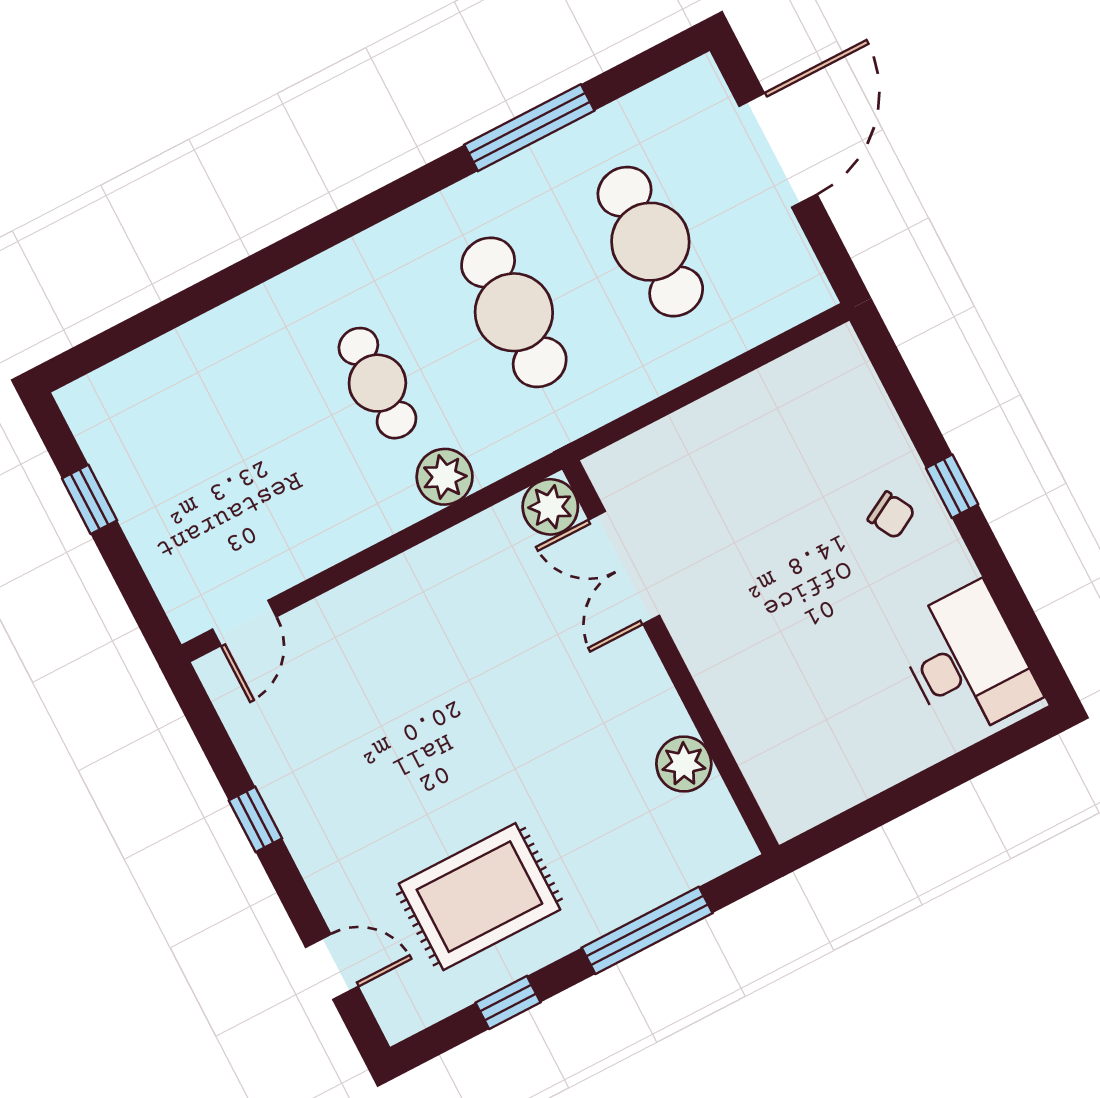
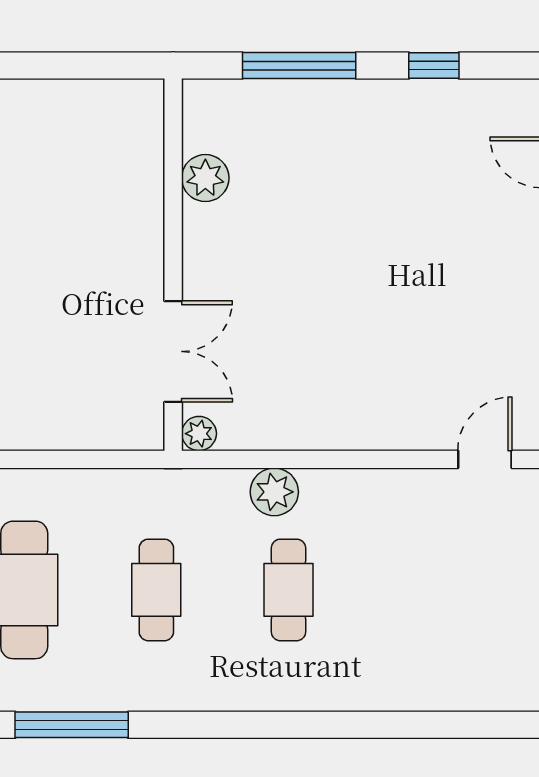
cafe table: (514, 312) -> (156, 590), width x0.73, depth x0.74
plant: (550, 507) -> (199, 434), width x0.73, depth x0.73
rug: (479, 897) -> (414, 158), removed

